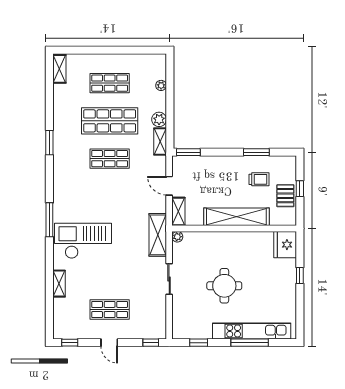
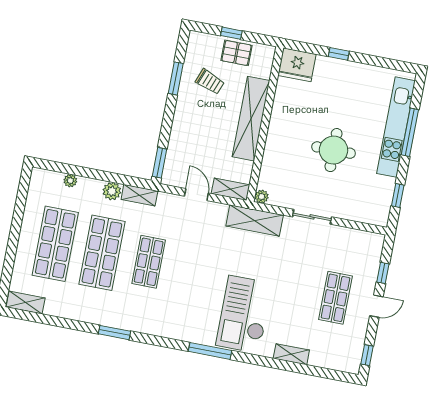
shop shelf: (110, 83) -> (55, 244), width x1.43, depth x1.36
trolley: (259, 179) -> (210, 82), turned 111
door: (169, 186) -> (196, 195), swing flipped
window: (151, 343) -> (383, 273), moved

